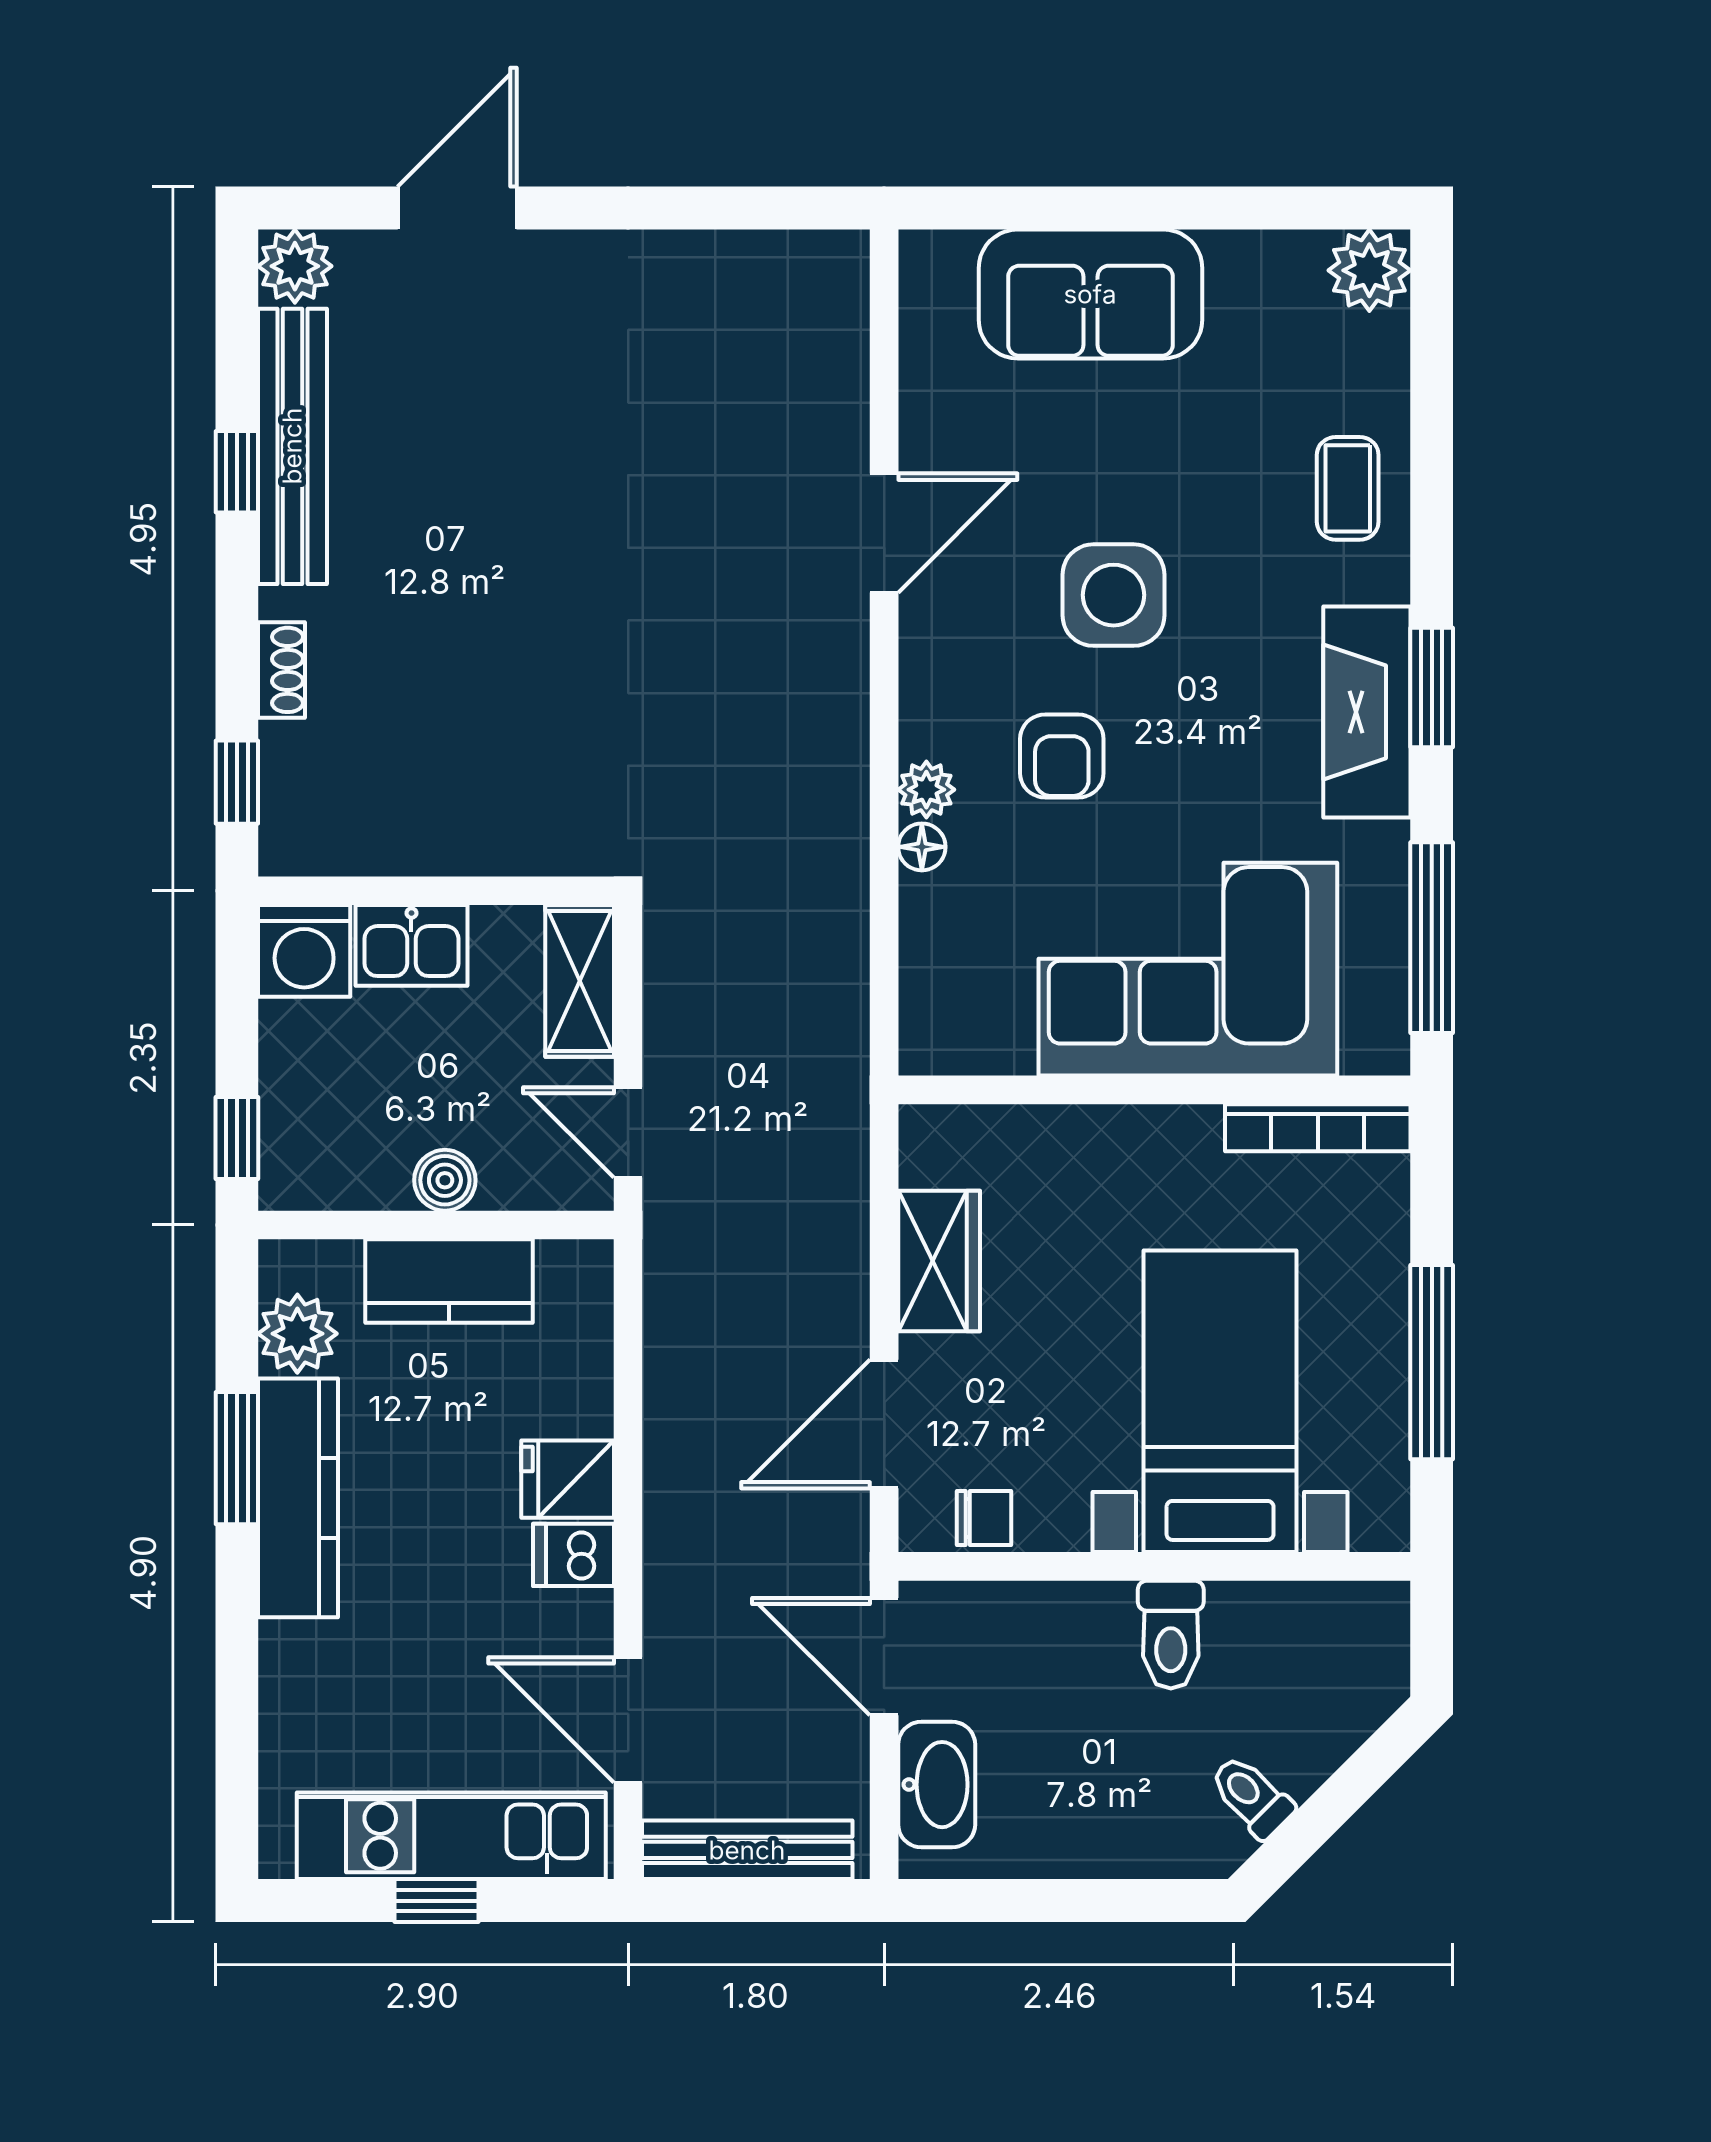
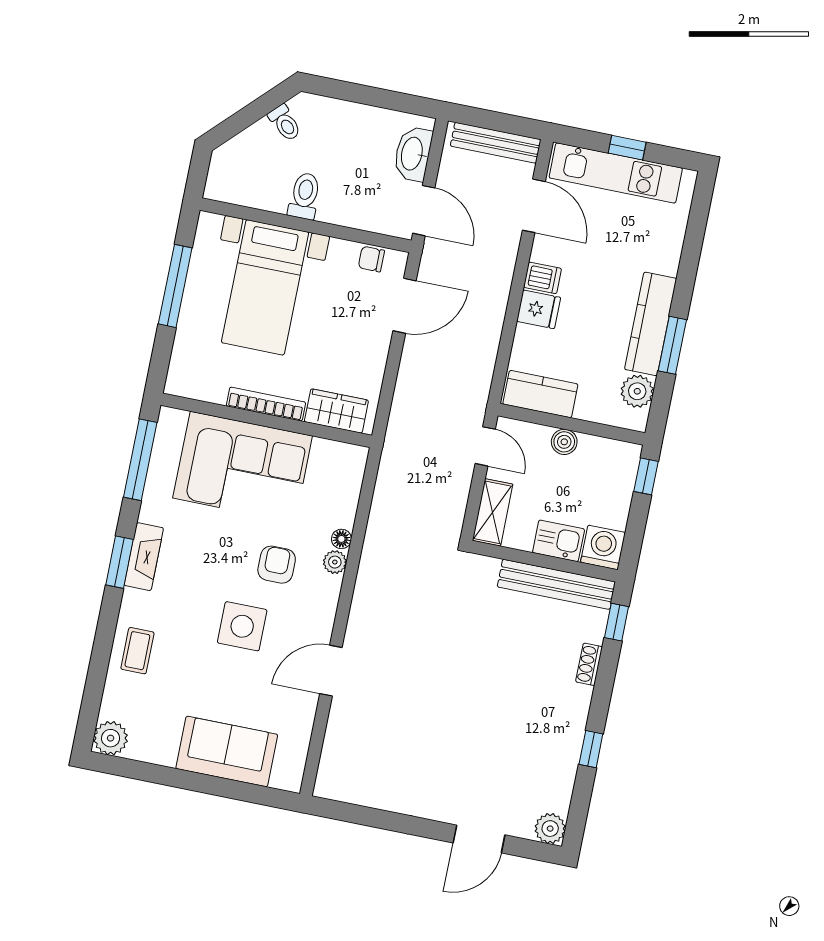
bench: (292, 446) -> (556, 584), moved, turned 90
fireplace: (1367, 712) -> (144, 557), width x0.73, depth x0.76
bookcase: (1318, 1128) -> (266, 404), moved
wardrobe: (939, 1261) -> (336, 411), moved, turned 90
kitchen counter: (449, 1281) -> (540, 394), moved

